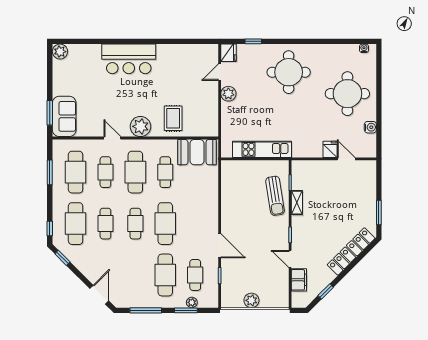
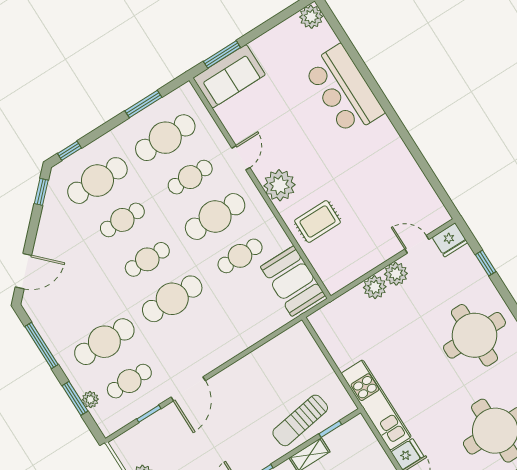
bar counter: (129, 59) -> (344, 90), moved
plant: (228, 110) -> (375, 287), added
kitchen unit: (262, 149) -> (376, 405), moved

